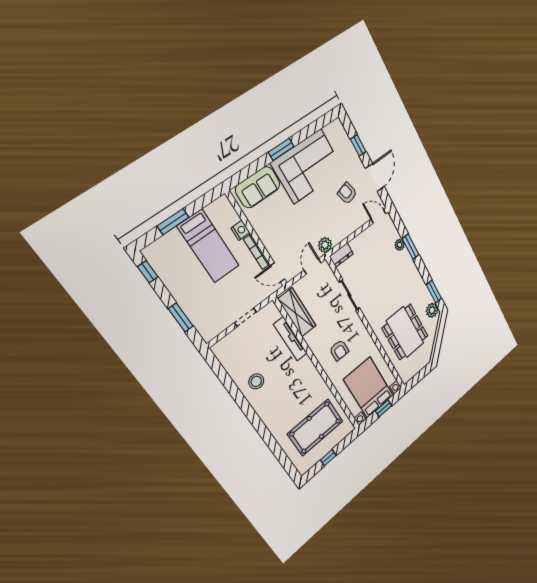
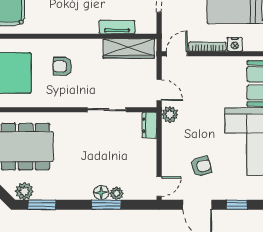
floor lamp: (405, 256) -> (101, 193), added
tv unit: (290, 339) -> (117, 27), width x0.71

